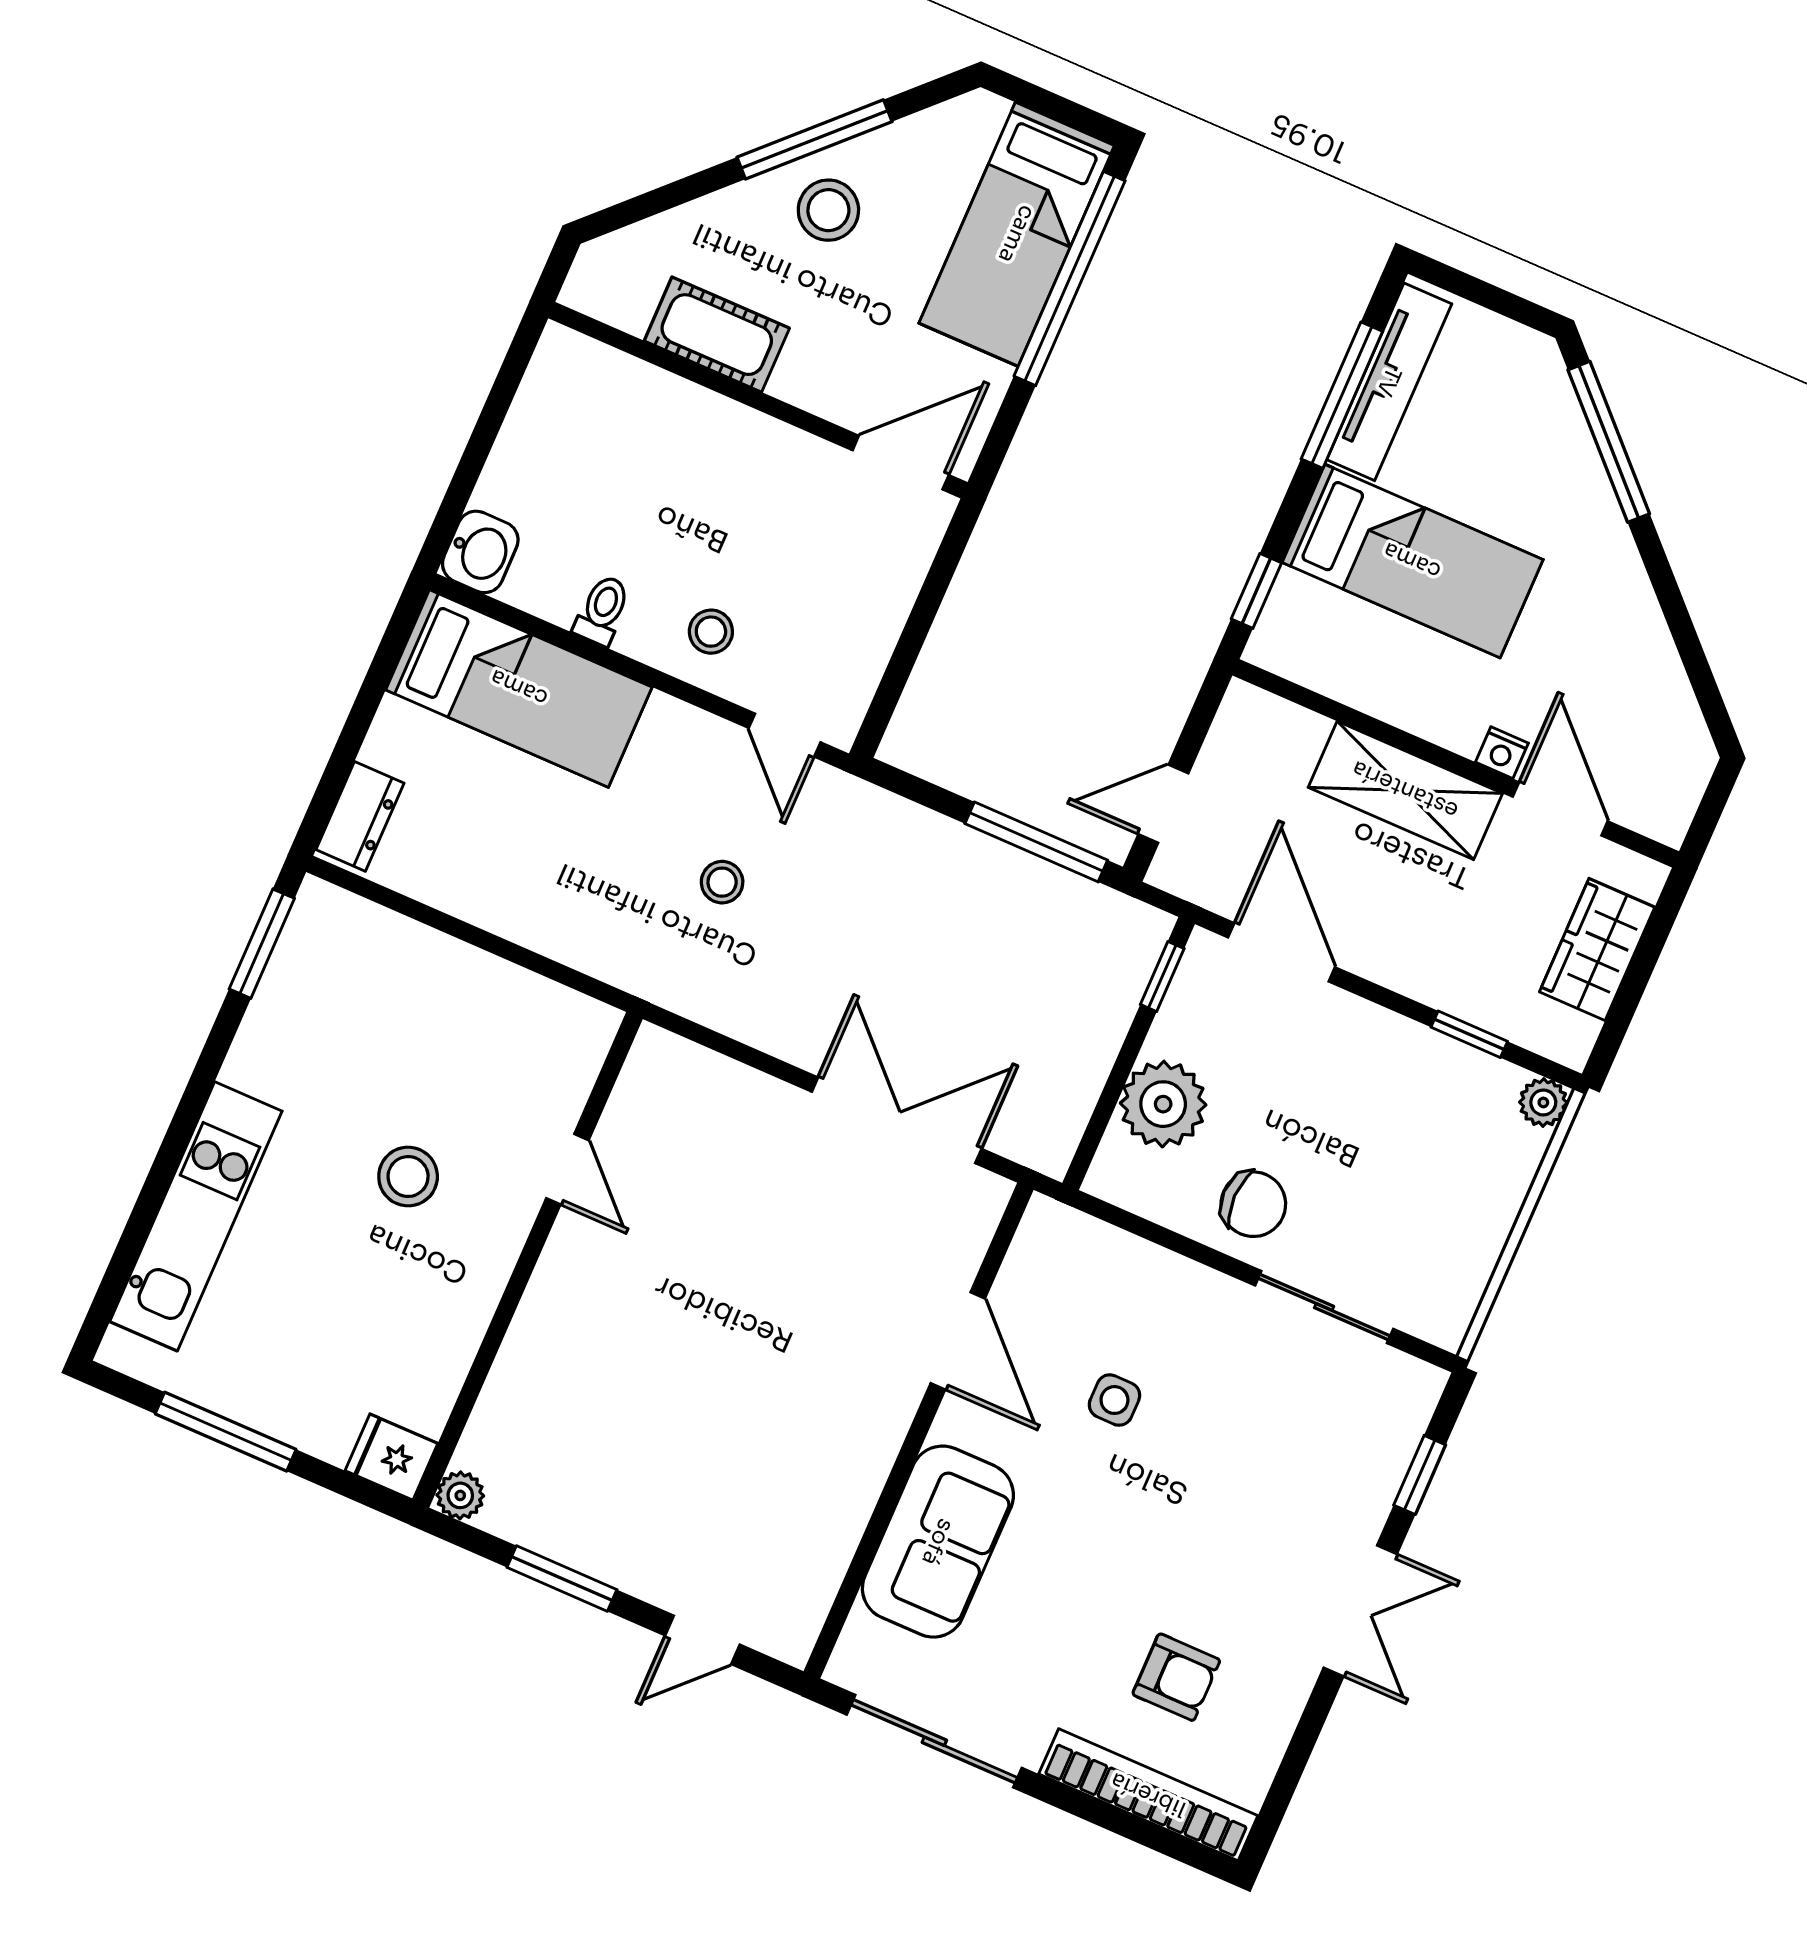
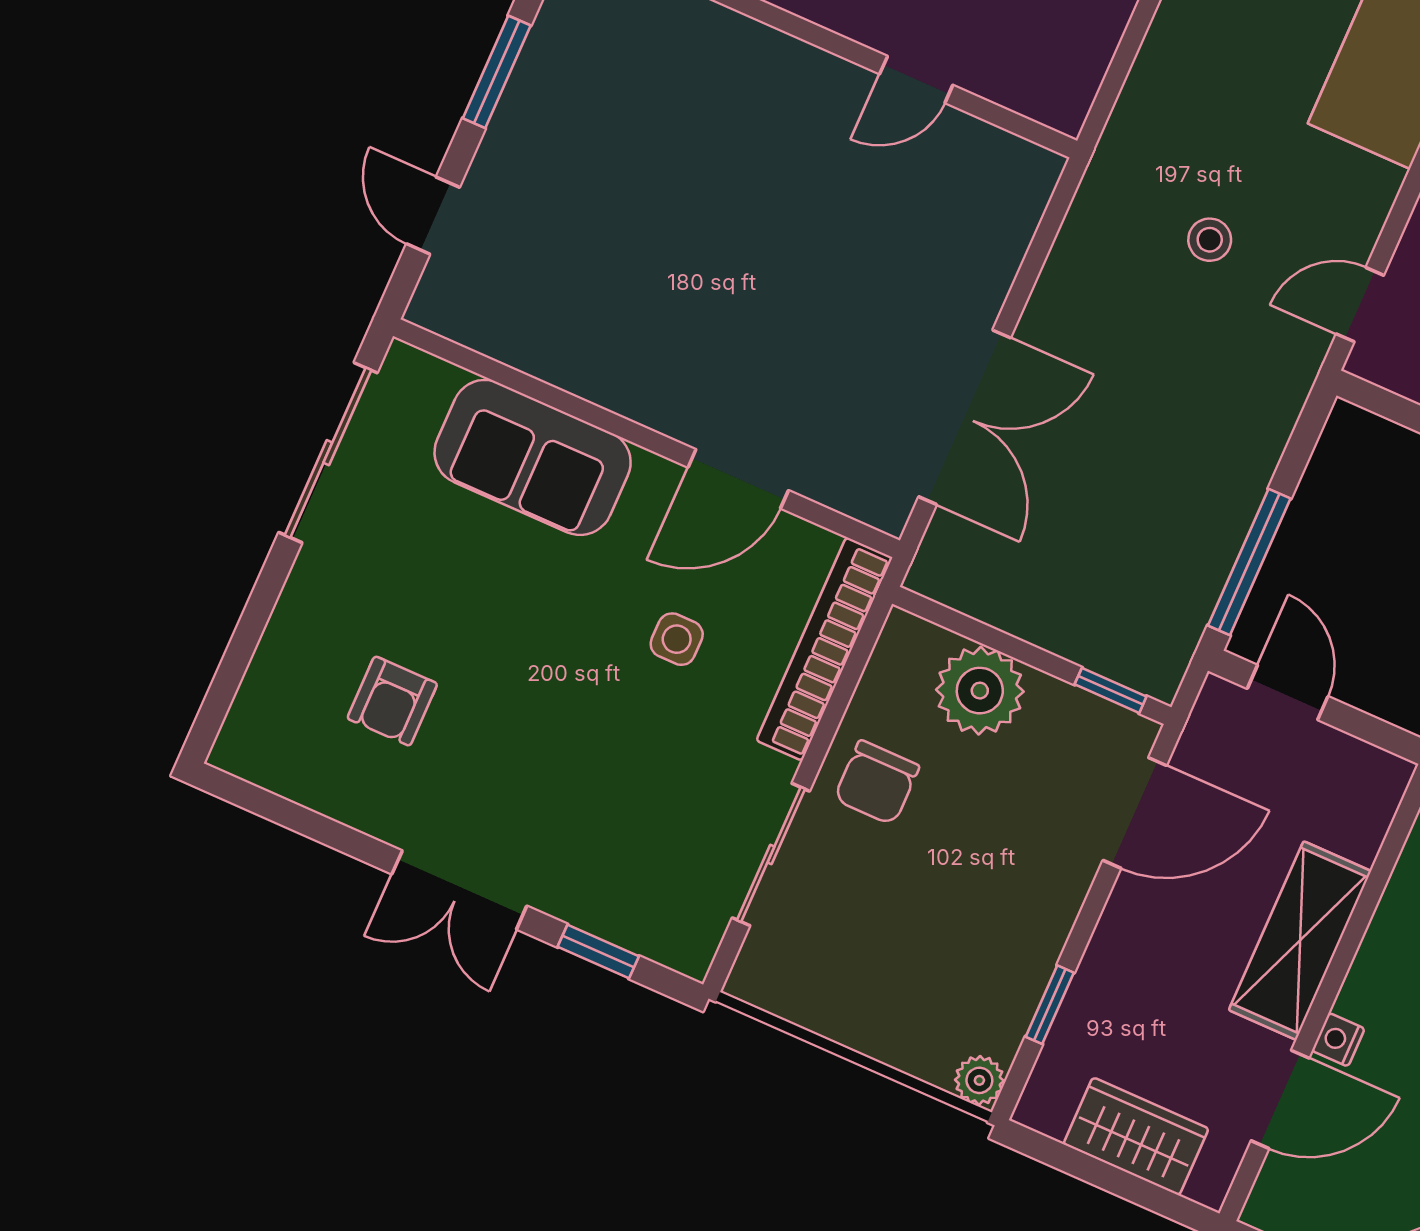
bookcase: (1148, 1795) -> (824, 649), moved, turned 180

